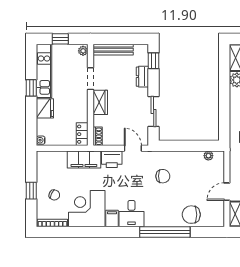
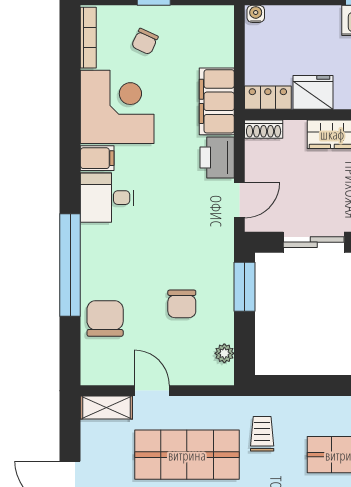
fridge: (45, 108) -> (313, 92), moved, turned 180
window: (176, 146) -> (245, 287), added
chair: (163, 176) -> (182, 304), moved

